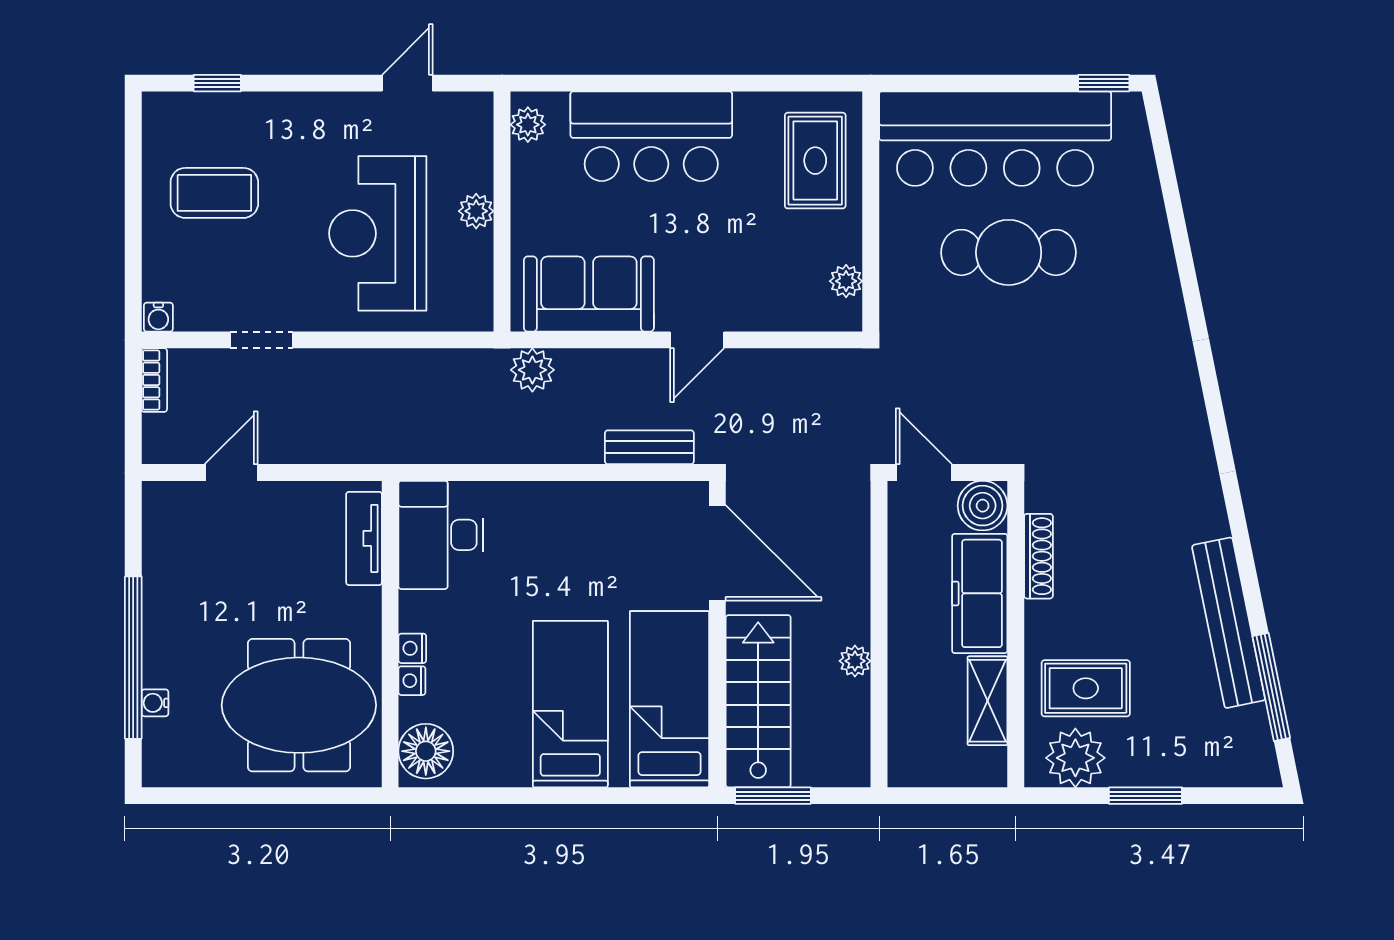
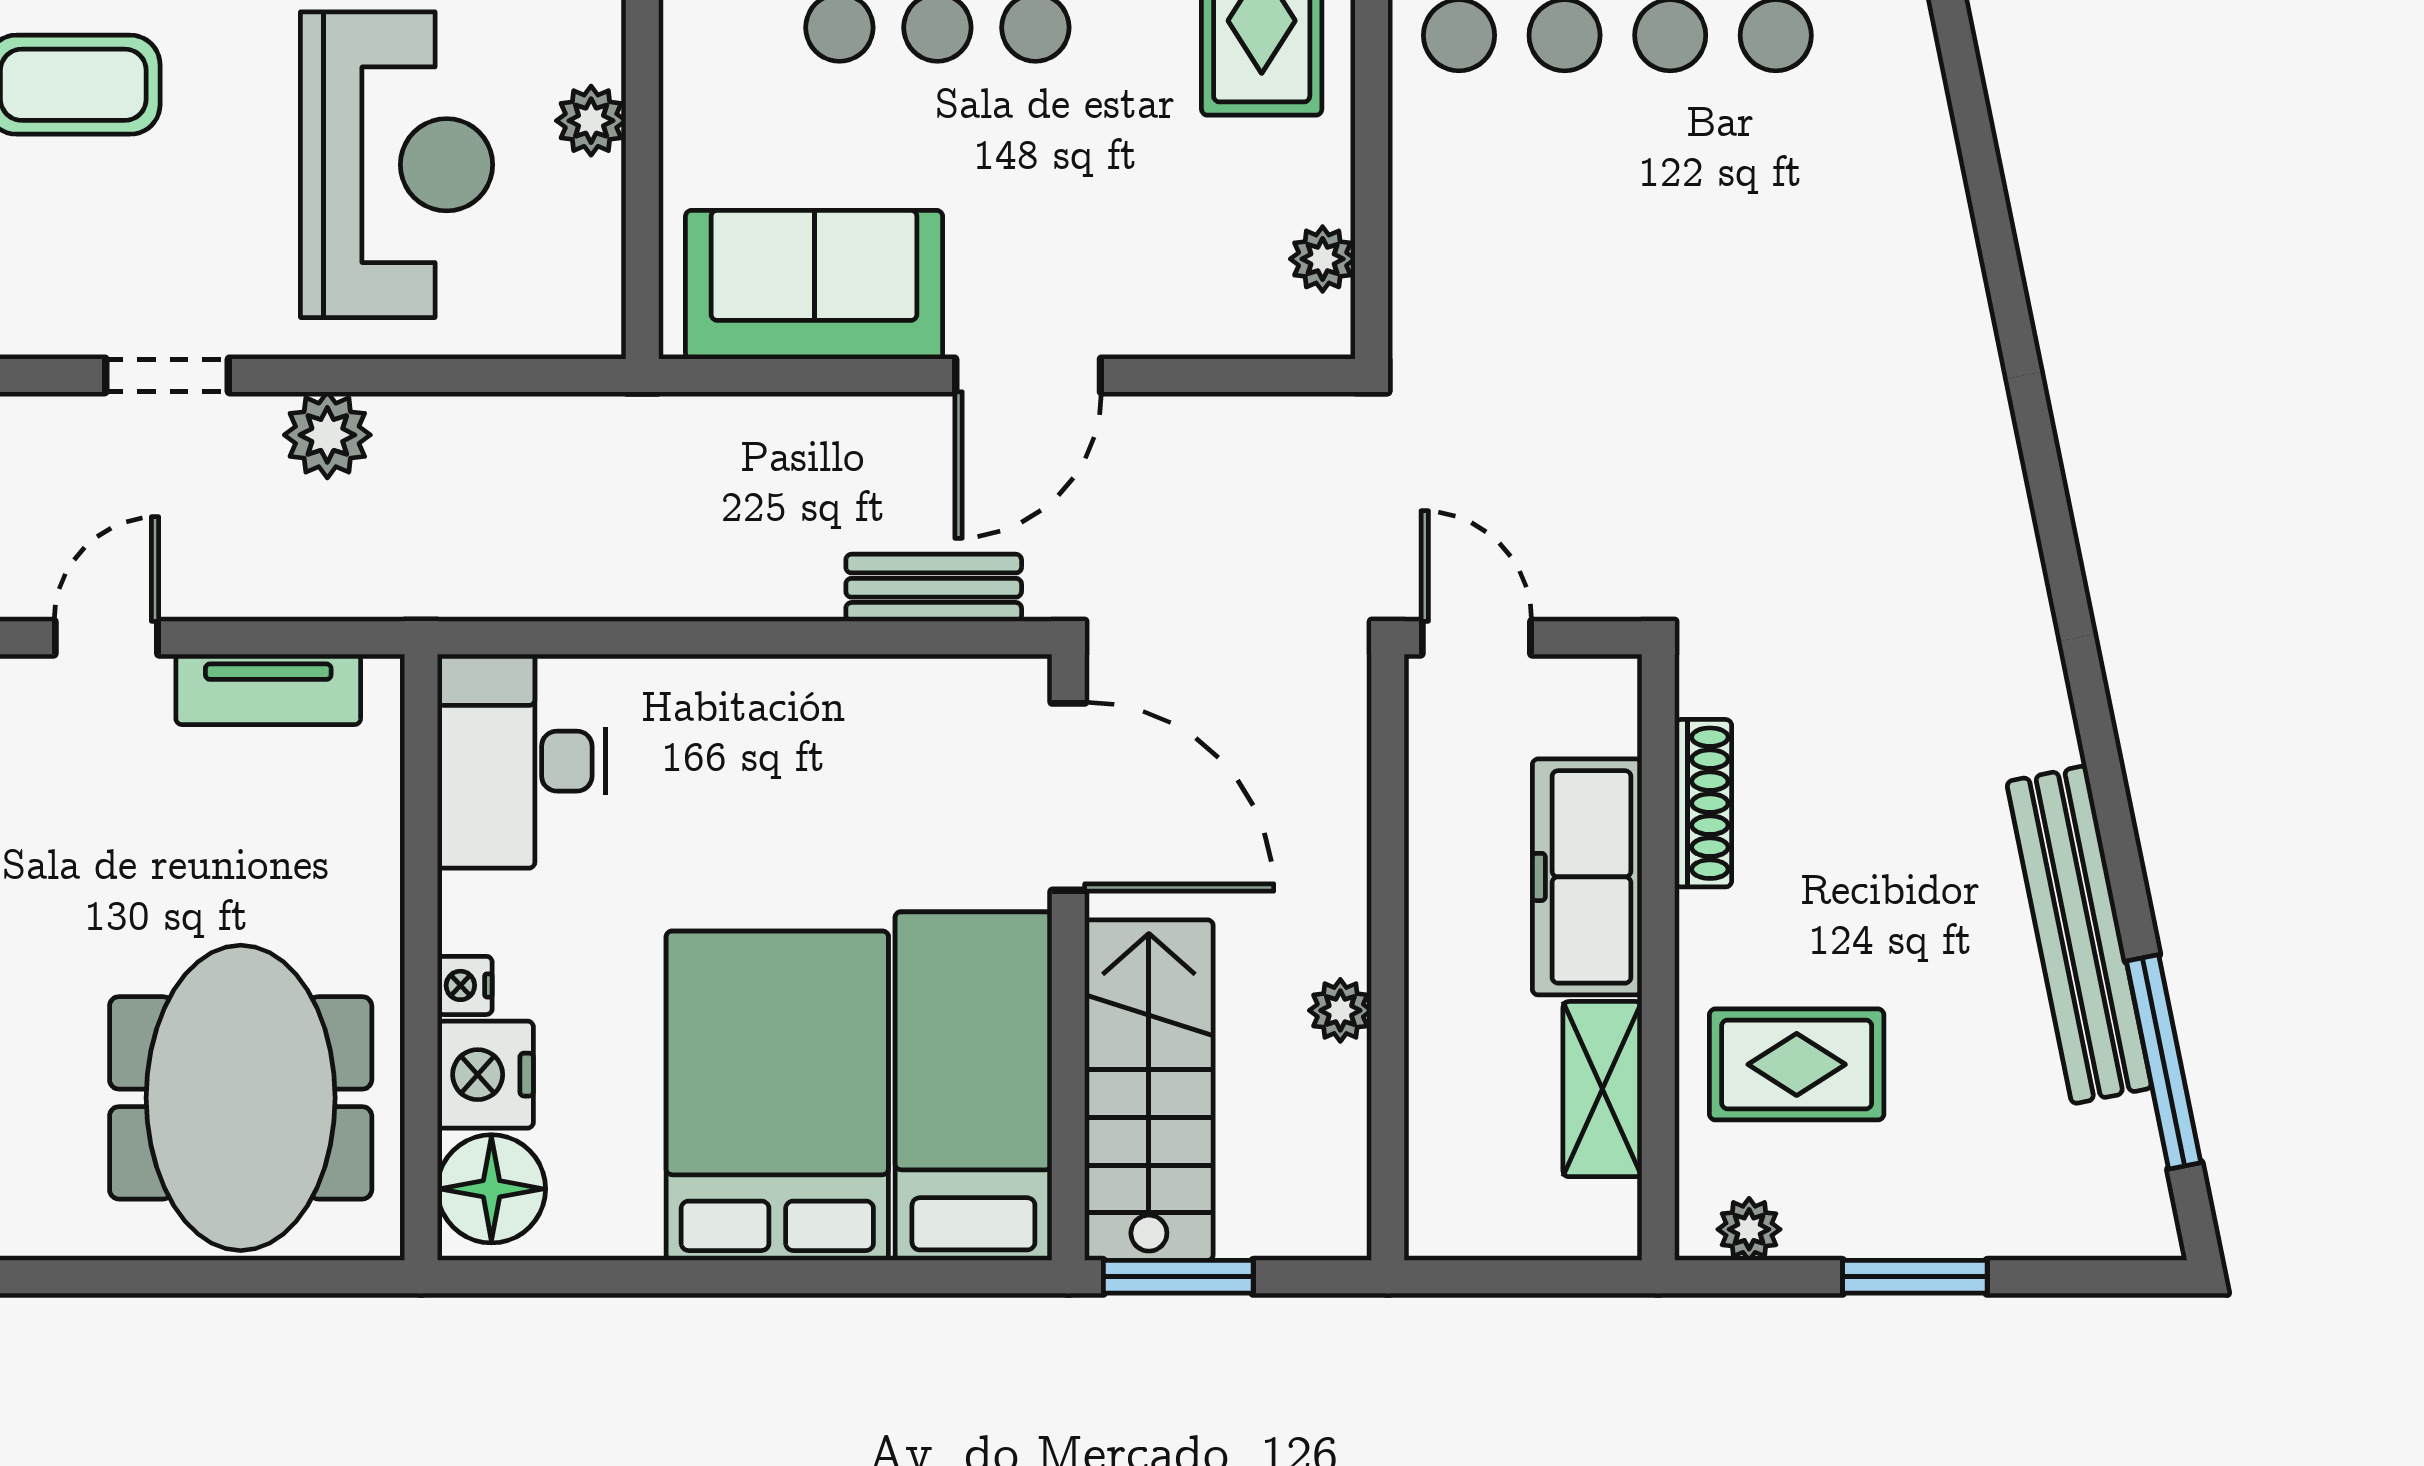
reception desk: (378, 233) -> (397, 165), turned 180
cafe table: (1009, 252) -> (1644, 202), removed
door: (697, 340) -> (1028, 375), width x1.38
plant: (532, 370) -> (327, 435), moved
boiler: (983, 506) -> (1593, 703), removed
tv unit: (364, 538) -> (268, 689), moved, turned -90
nightstand: (412, 681) -> (485, 1075), width x1.89, depth x1.79
bed: (570, 704) -> (777, 1096), width x1.50
meeting table: (299, 705) -> (241, 1098), turned 90
plant: (1075, 758) -> (1749, 1229), width x0.53, depth x0.53

